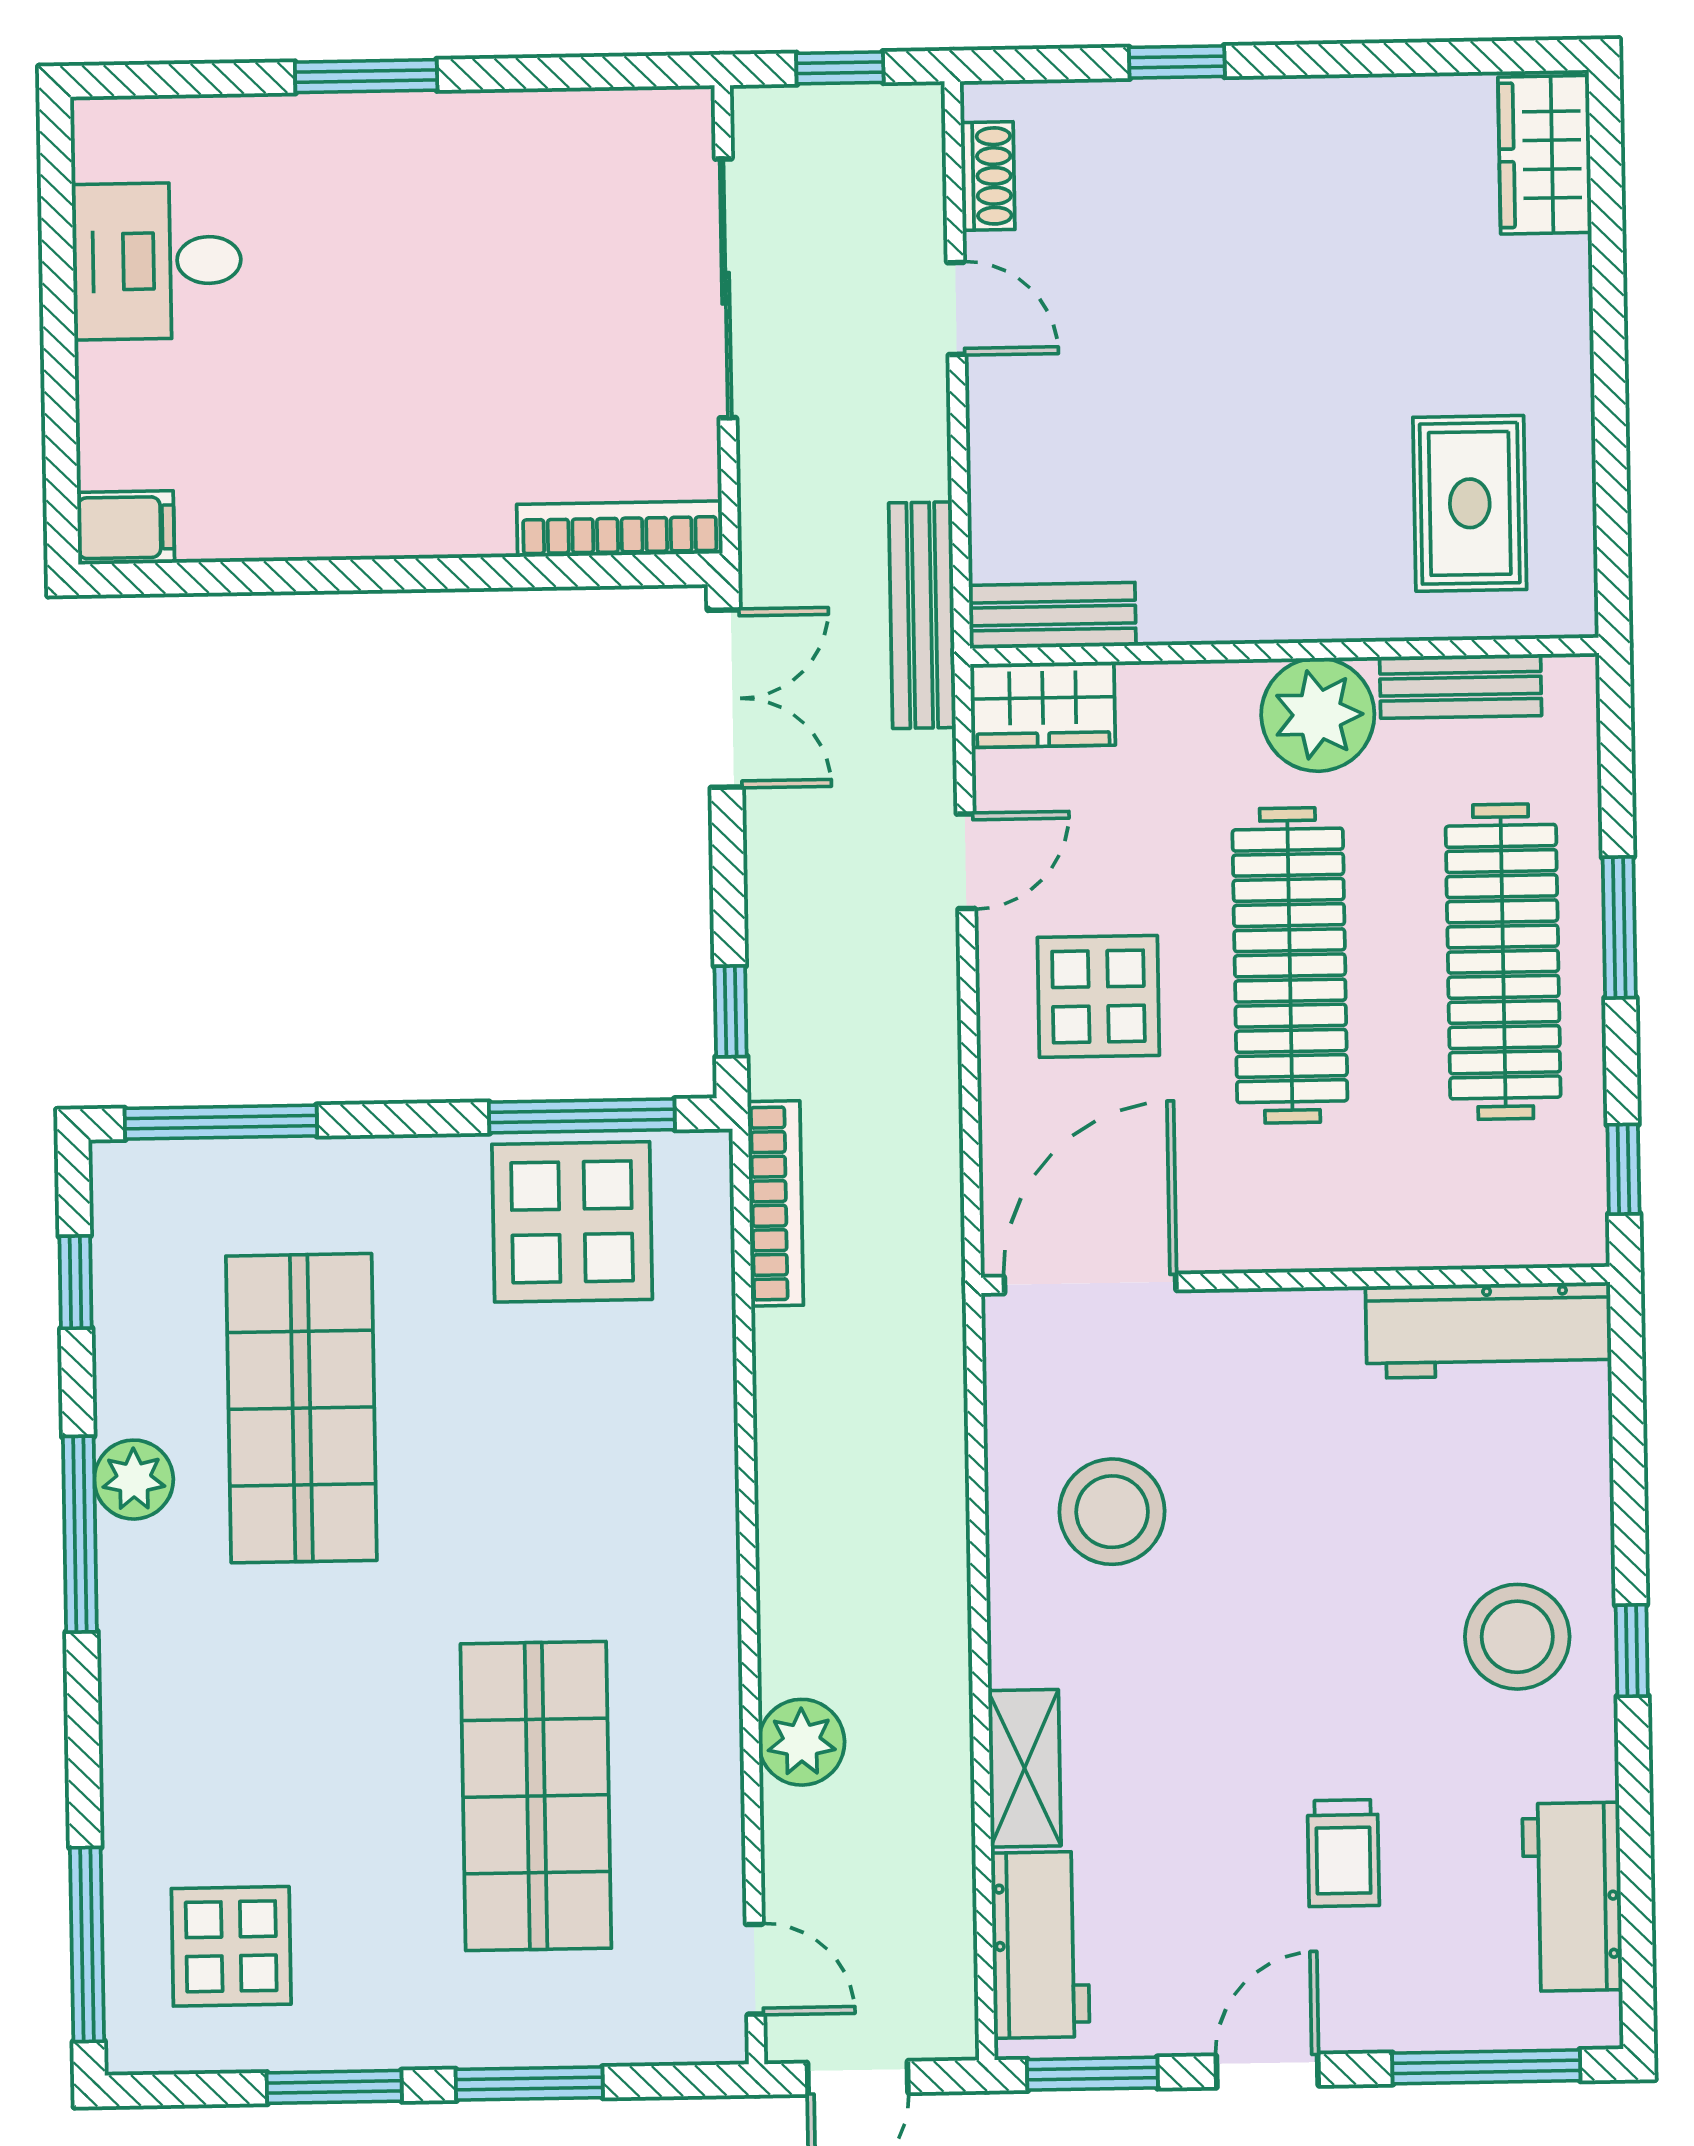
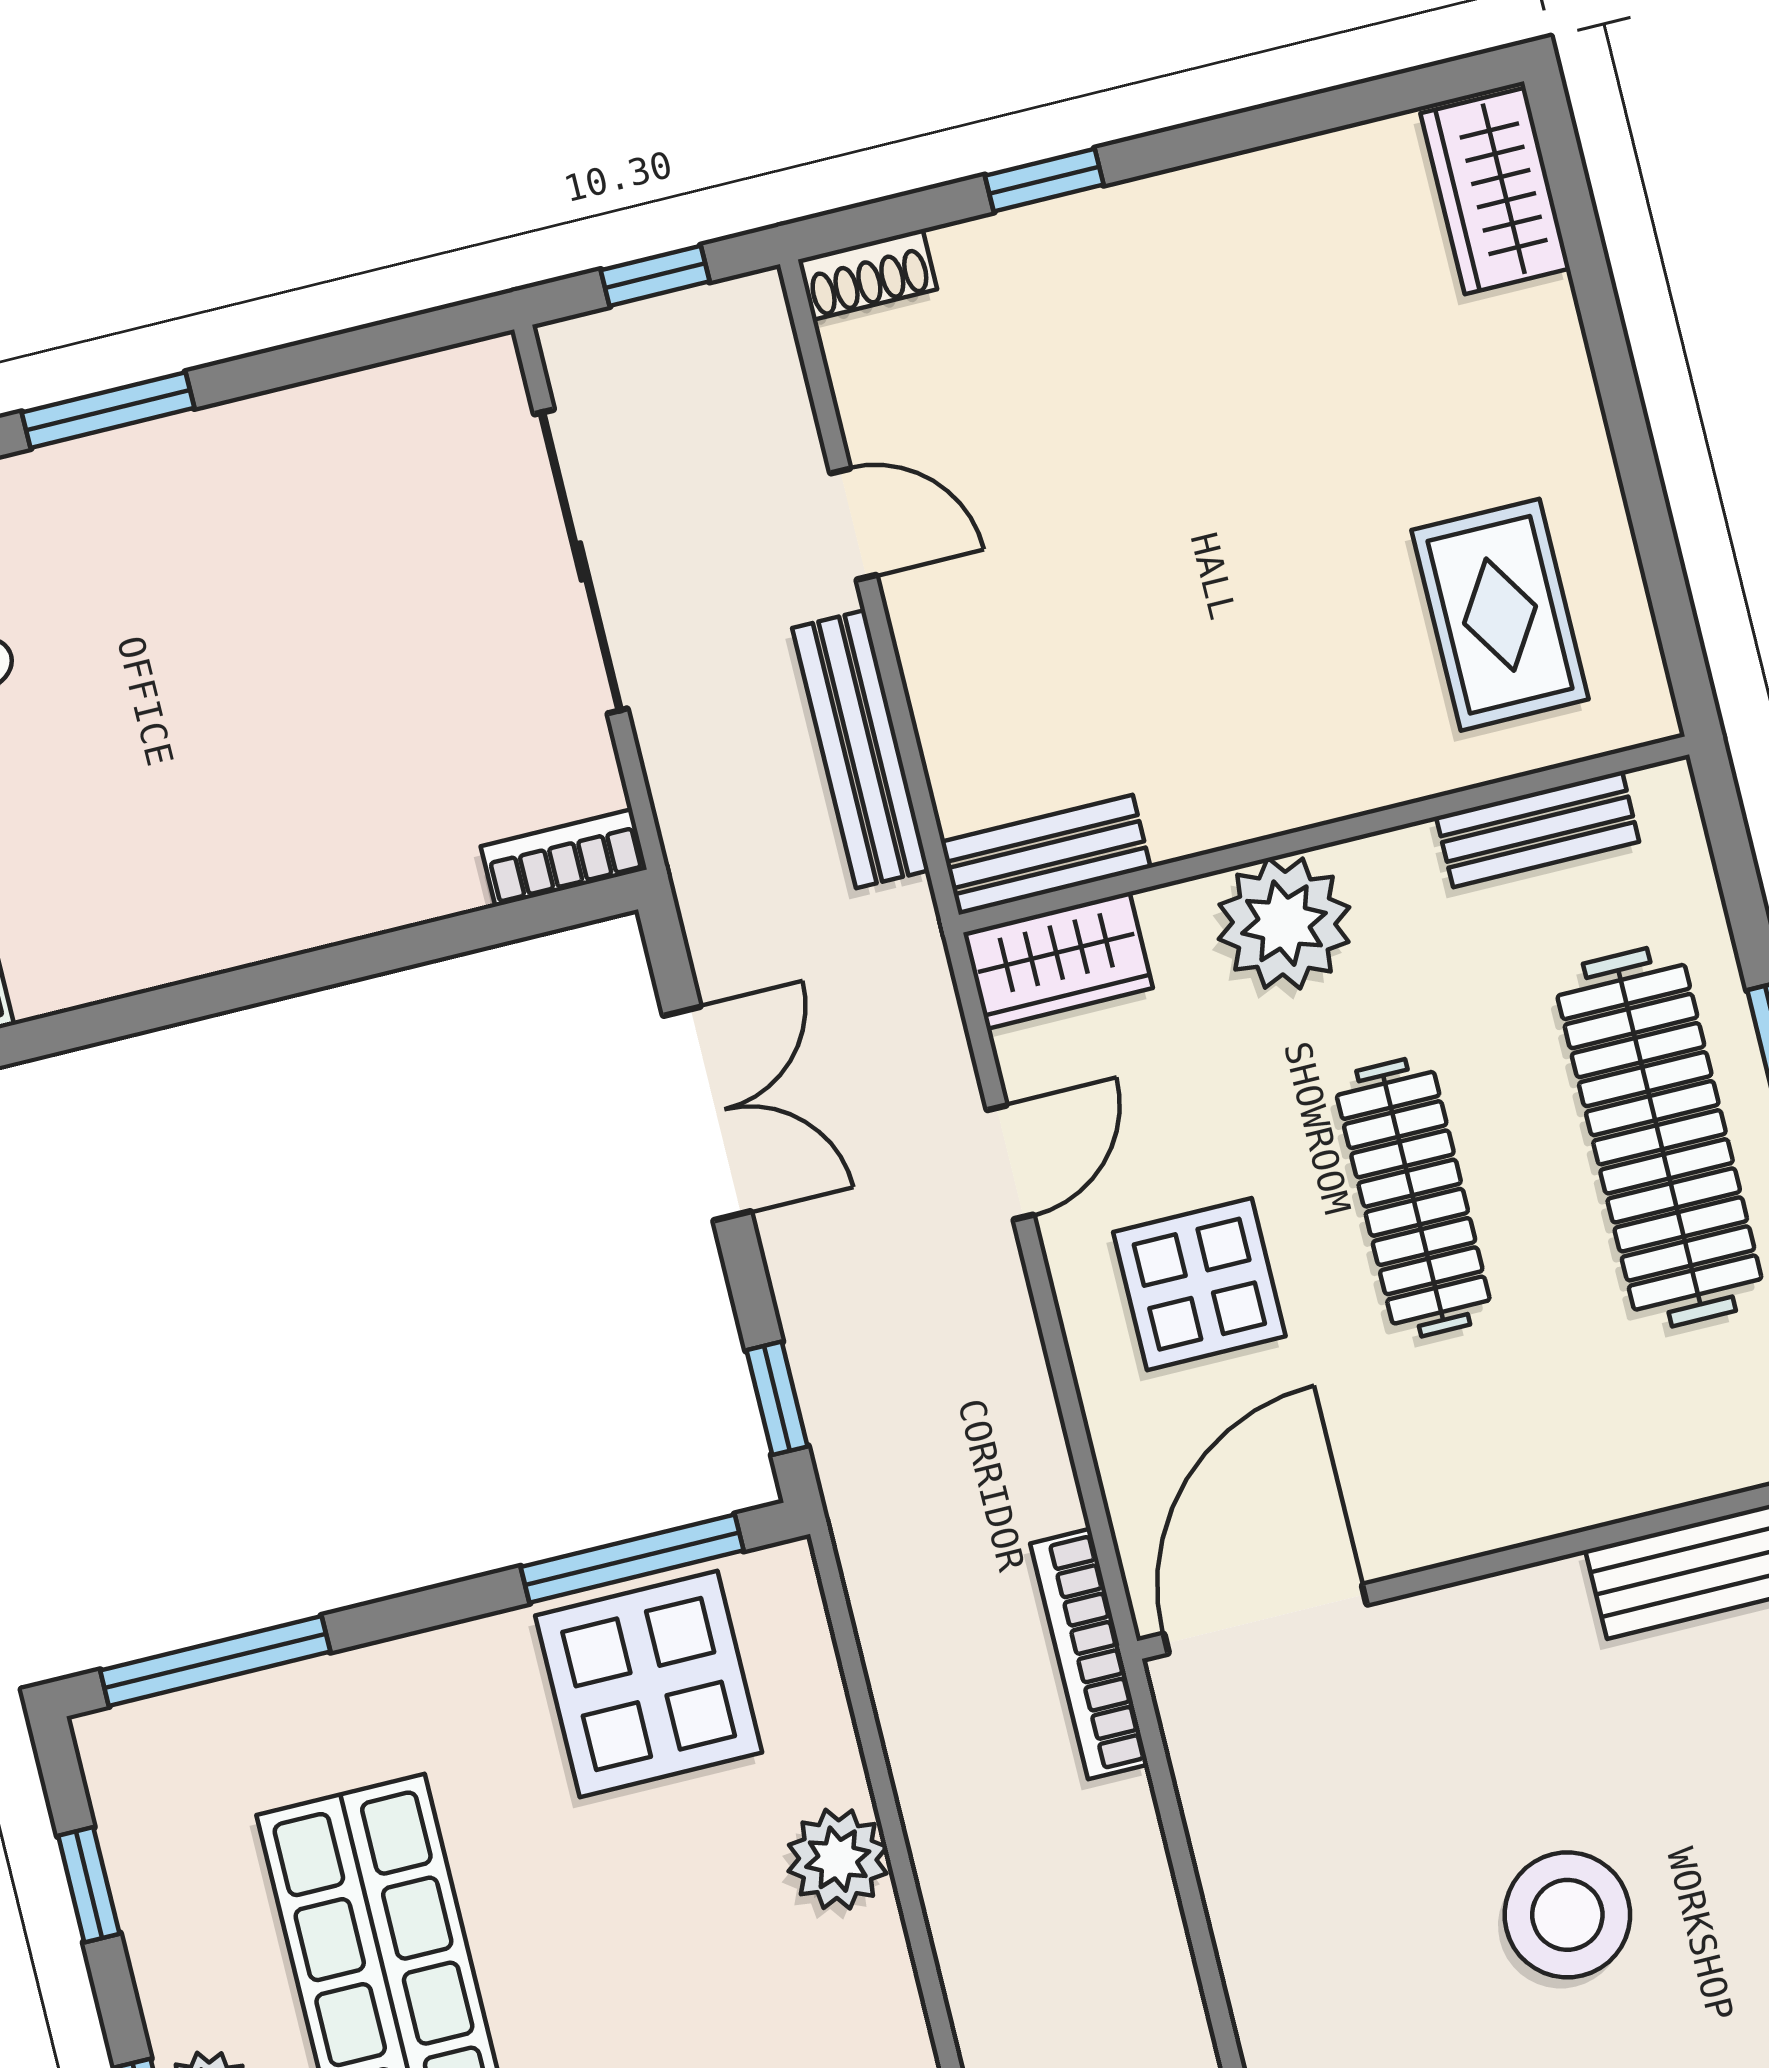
shoe rack: (988, 176) -> (867, 274), moved, turned 90
bookcase: (620, 529) -> (564, 858), width x0.64
bench: (922, 615) -> (861, 749), moved
double door: (725, 699) -> (707, 1114), moved
plant: (1318, 715) -> (1284, 923), moved
clothes rail: (1290, 965) -> (1413, 1198), width x0.73, depth x0.76
bookcase: (775, 1203) -> (1089, 1654), moved, turned 180
plant: (695, 1401) -> (838, 1859), added
stool: (1112, 1512) -> (1567, 1915), moved

